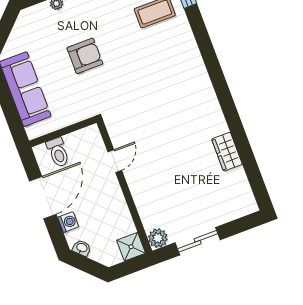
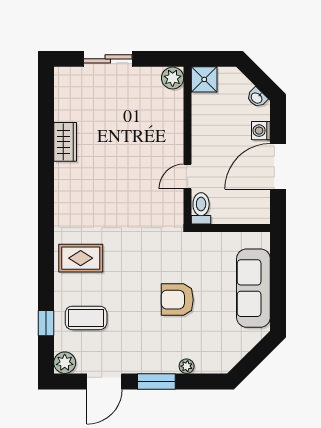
rug: (178, 60) -> (81, 258), added
toilet: (58, 152) -> (201, 208), moved
sliding door: (198, 241) -> (108, 59), moved

